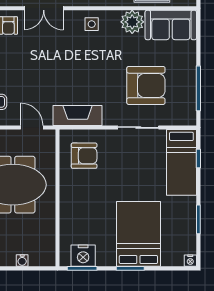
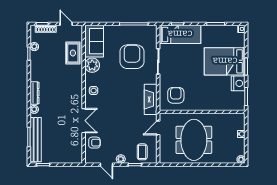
nightstand: (83, 256) -> (238, 83), moved

